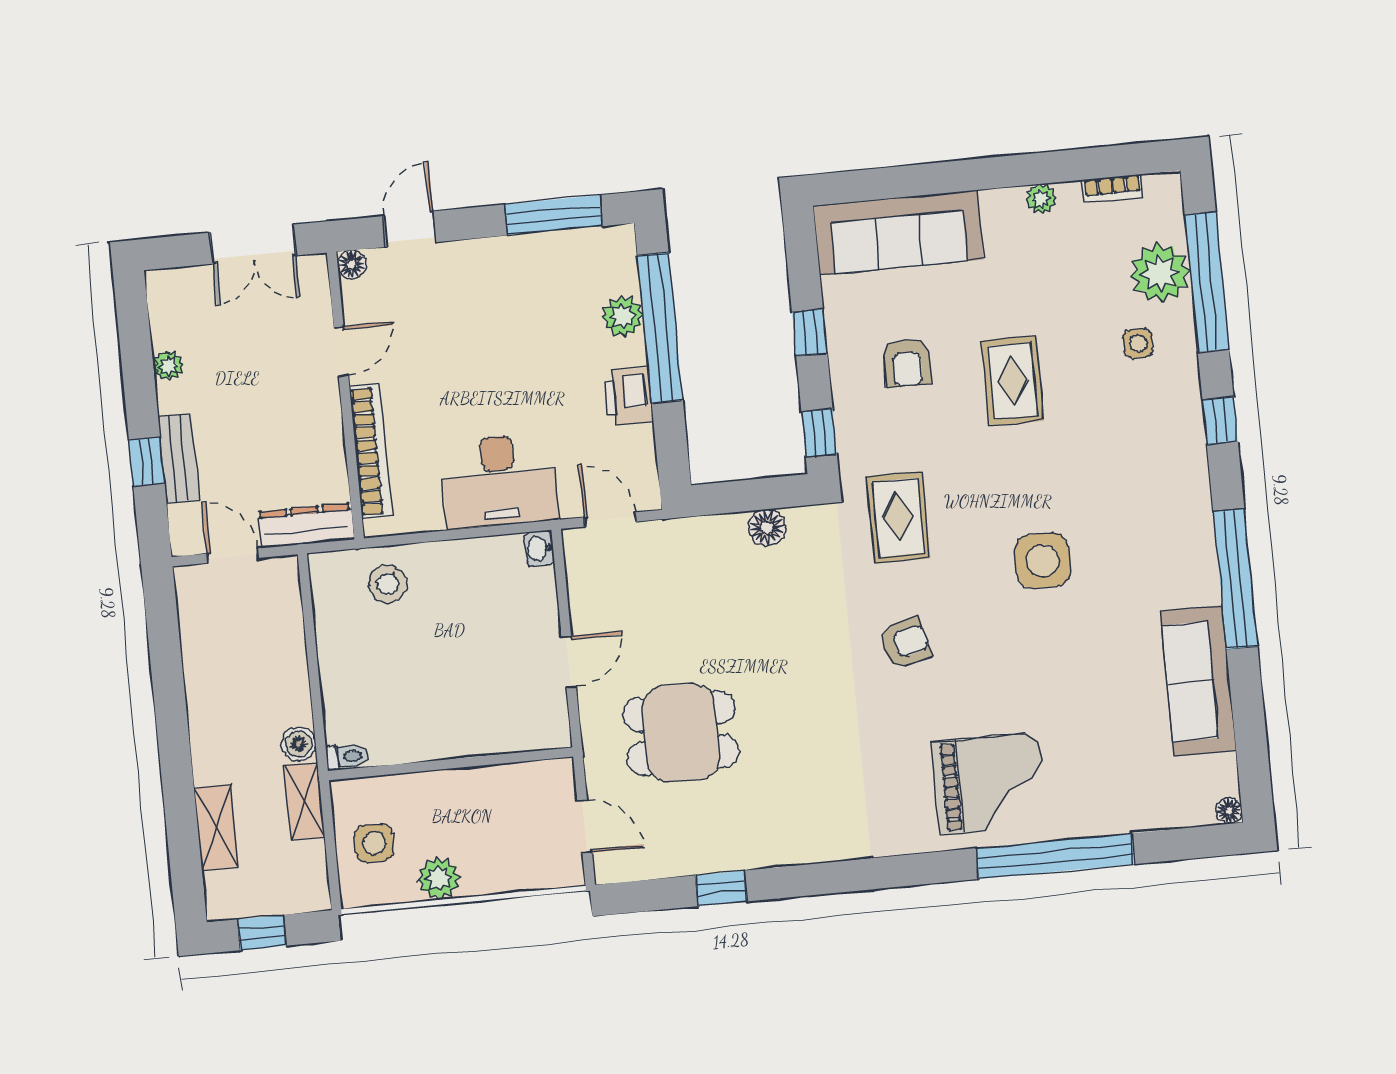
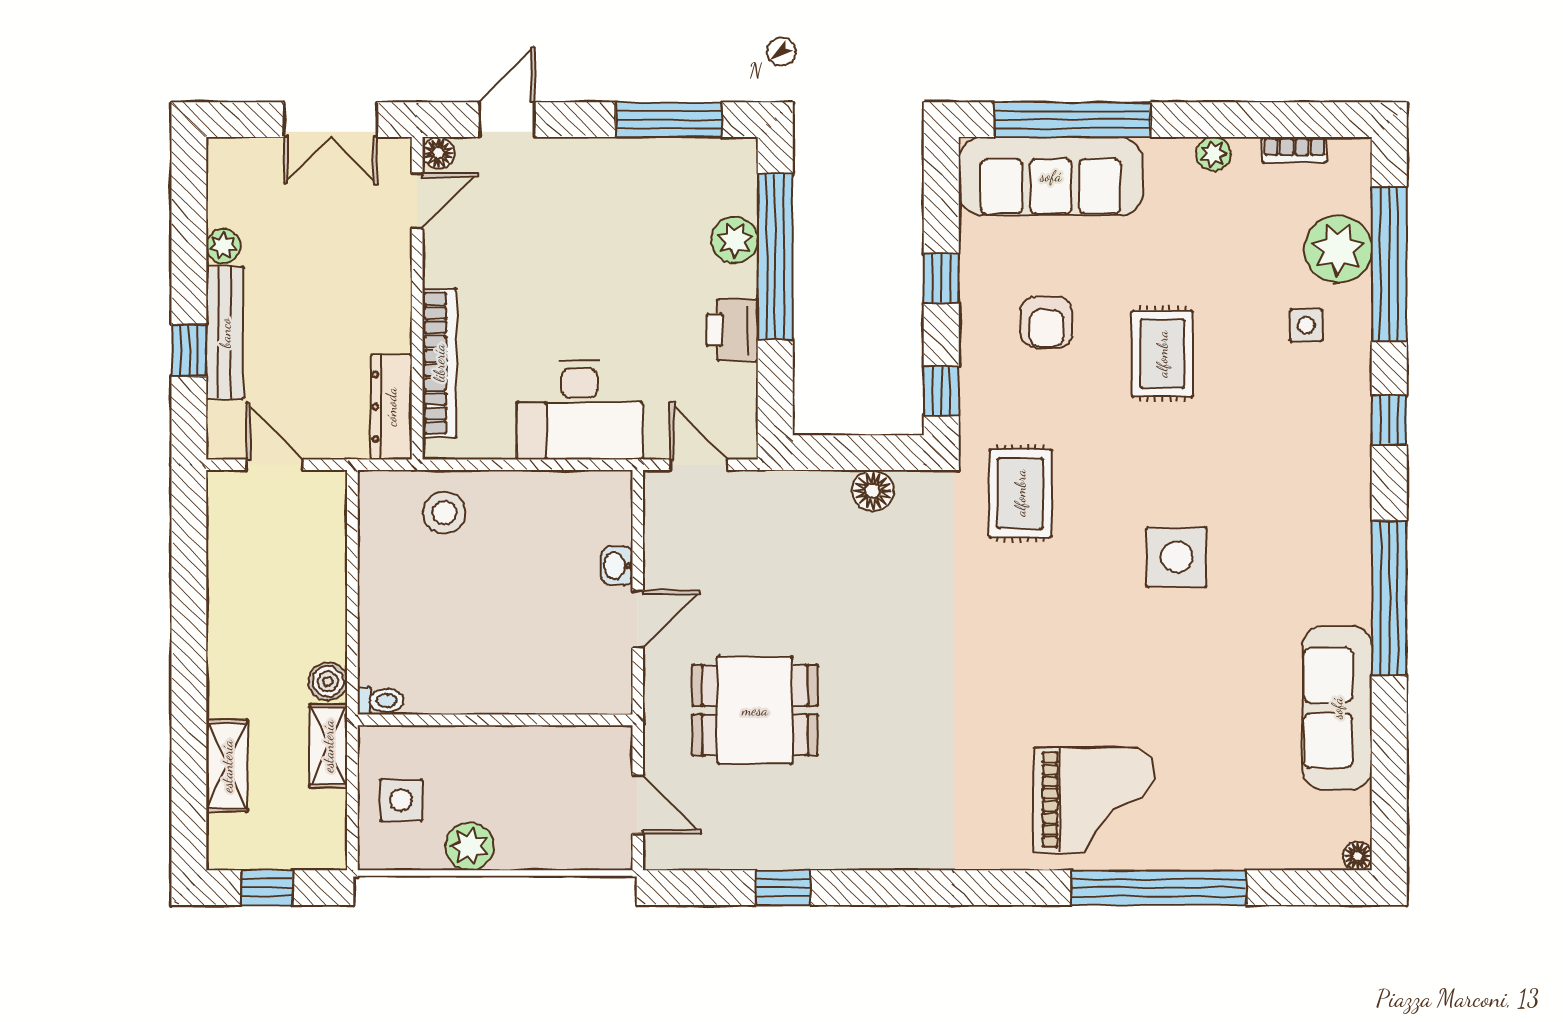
window: (913, 181) -> (1073, 120), added
door: (341, 352) -> (417, 201), moved
bench: (179, 458) -> (225, 333), width x1.36
dresser: (306, 526) -> (391, 407), moved, turned -90
washbasin: (539, 548) -> (617, 566), moved
armchair: (905, 643) -> (1014, 634), removed

